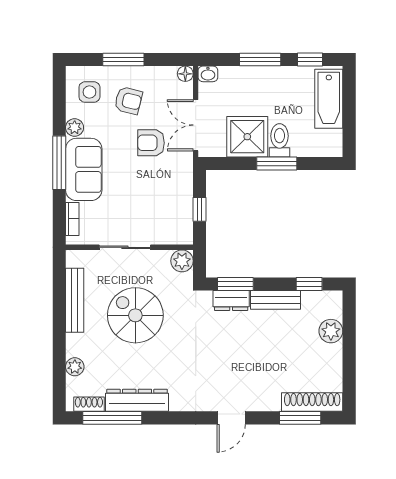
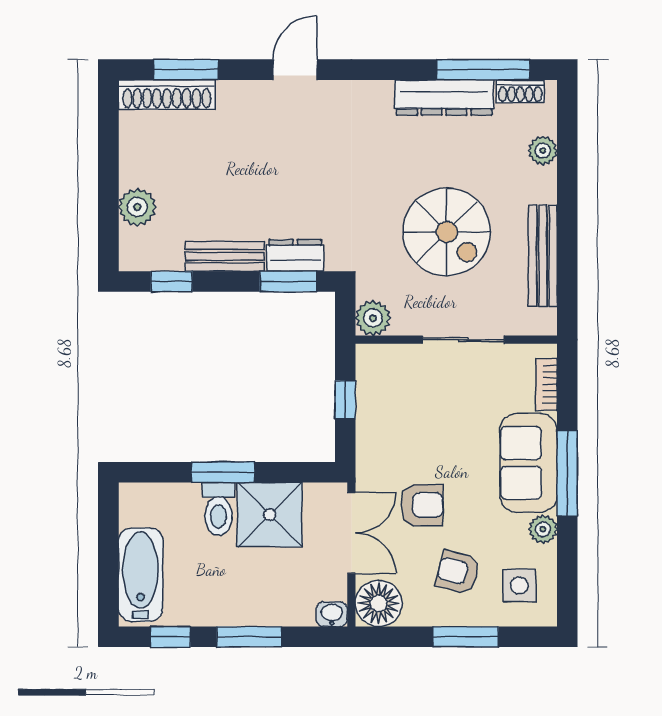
floor lamp: (185, 74) -> (379, 603), width x1.89, depth x1.89

